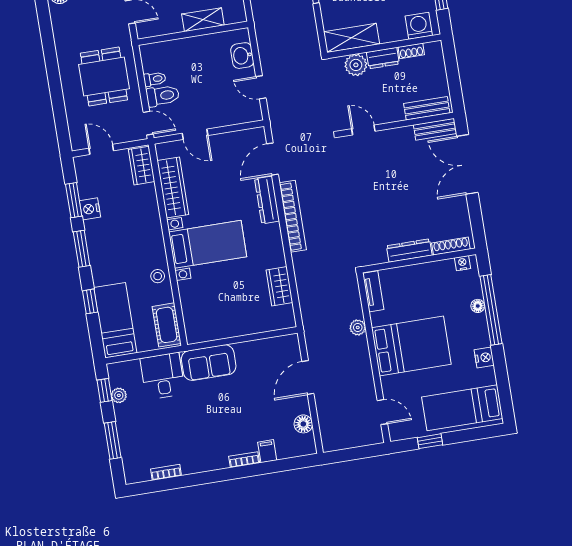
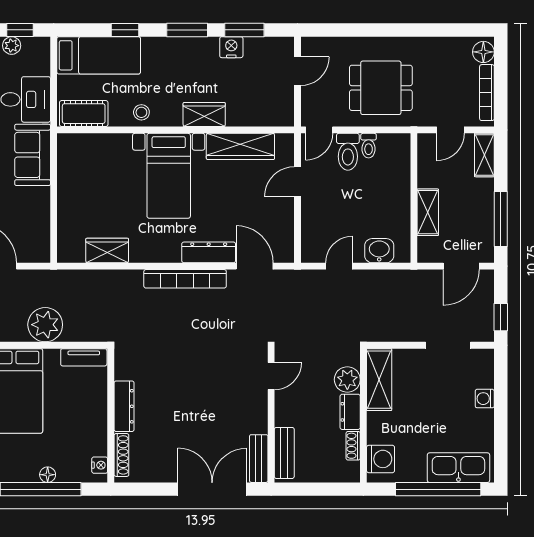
wardrobe: (142, 166) -> (204, 114), moved
plant: (358, 327) -> (45, 325), width x1.87, depth x1.87

